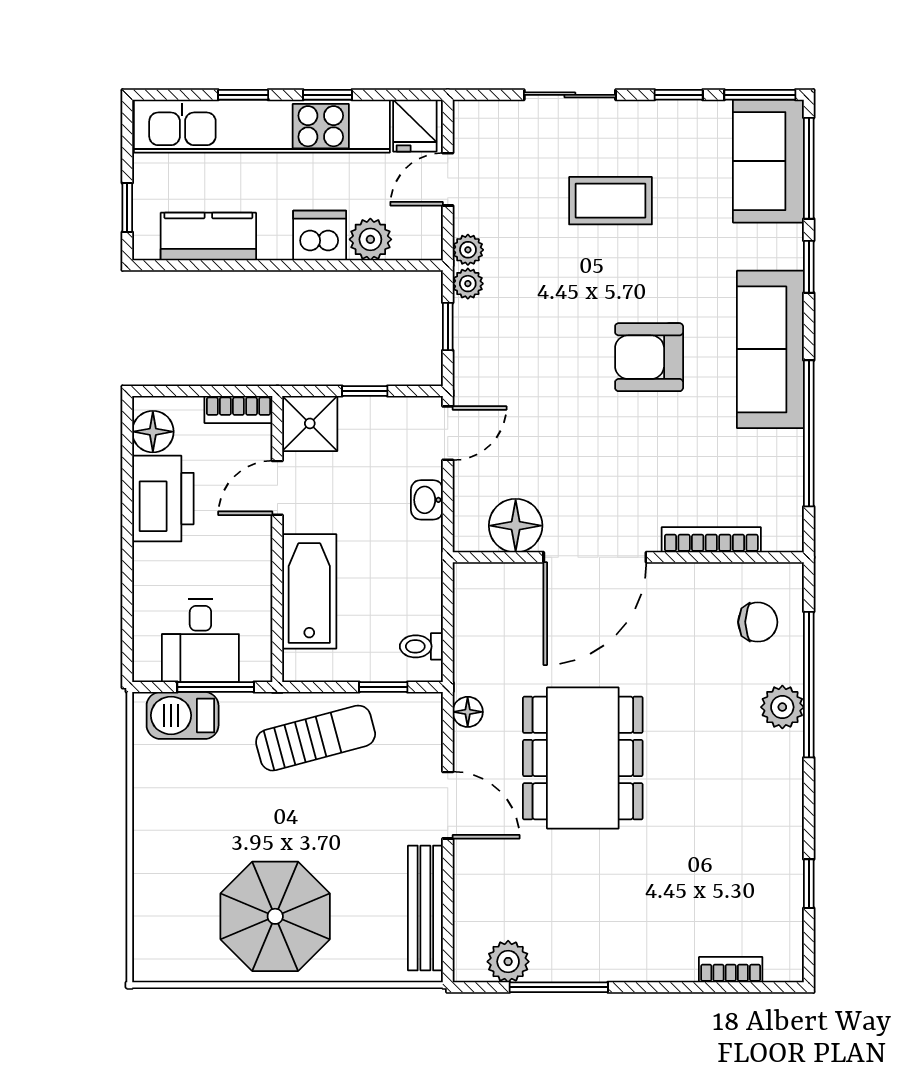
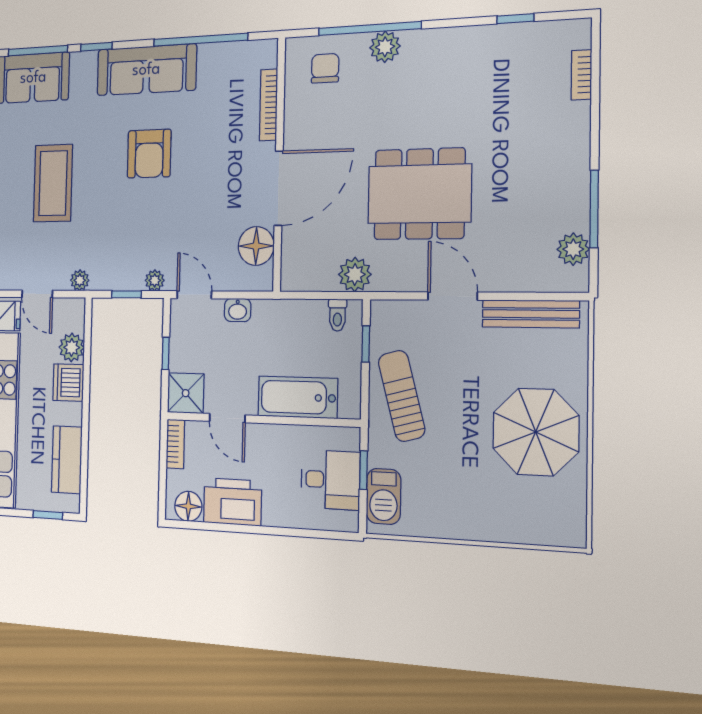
coffee table: (611, 201) -> (53, 183), width x1.36, depth x1.32
plant: (468, 284) -> (155, 280), moved
door: (595, 557) -> (279, 188), hinge flipped
plant: (476, 670) -> (355, 274), added
window: (216, 687) -> (364, 470), width x0.67
floor lamp: (468, 712) -> (385, 281), removed
door: (448, 805) -> (452, 296), hinge flipped

